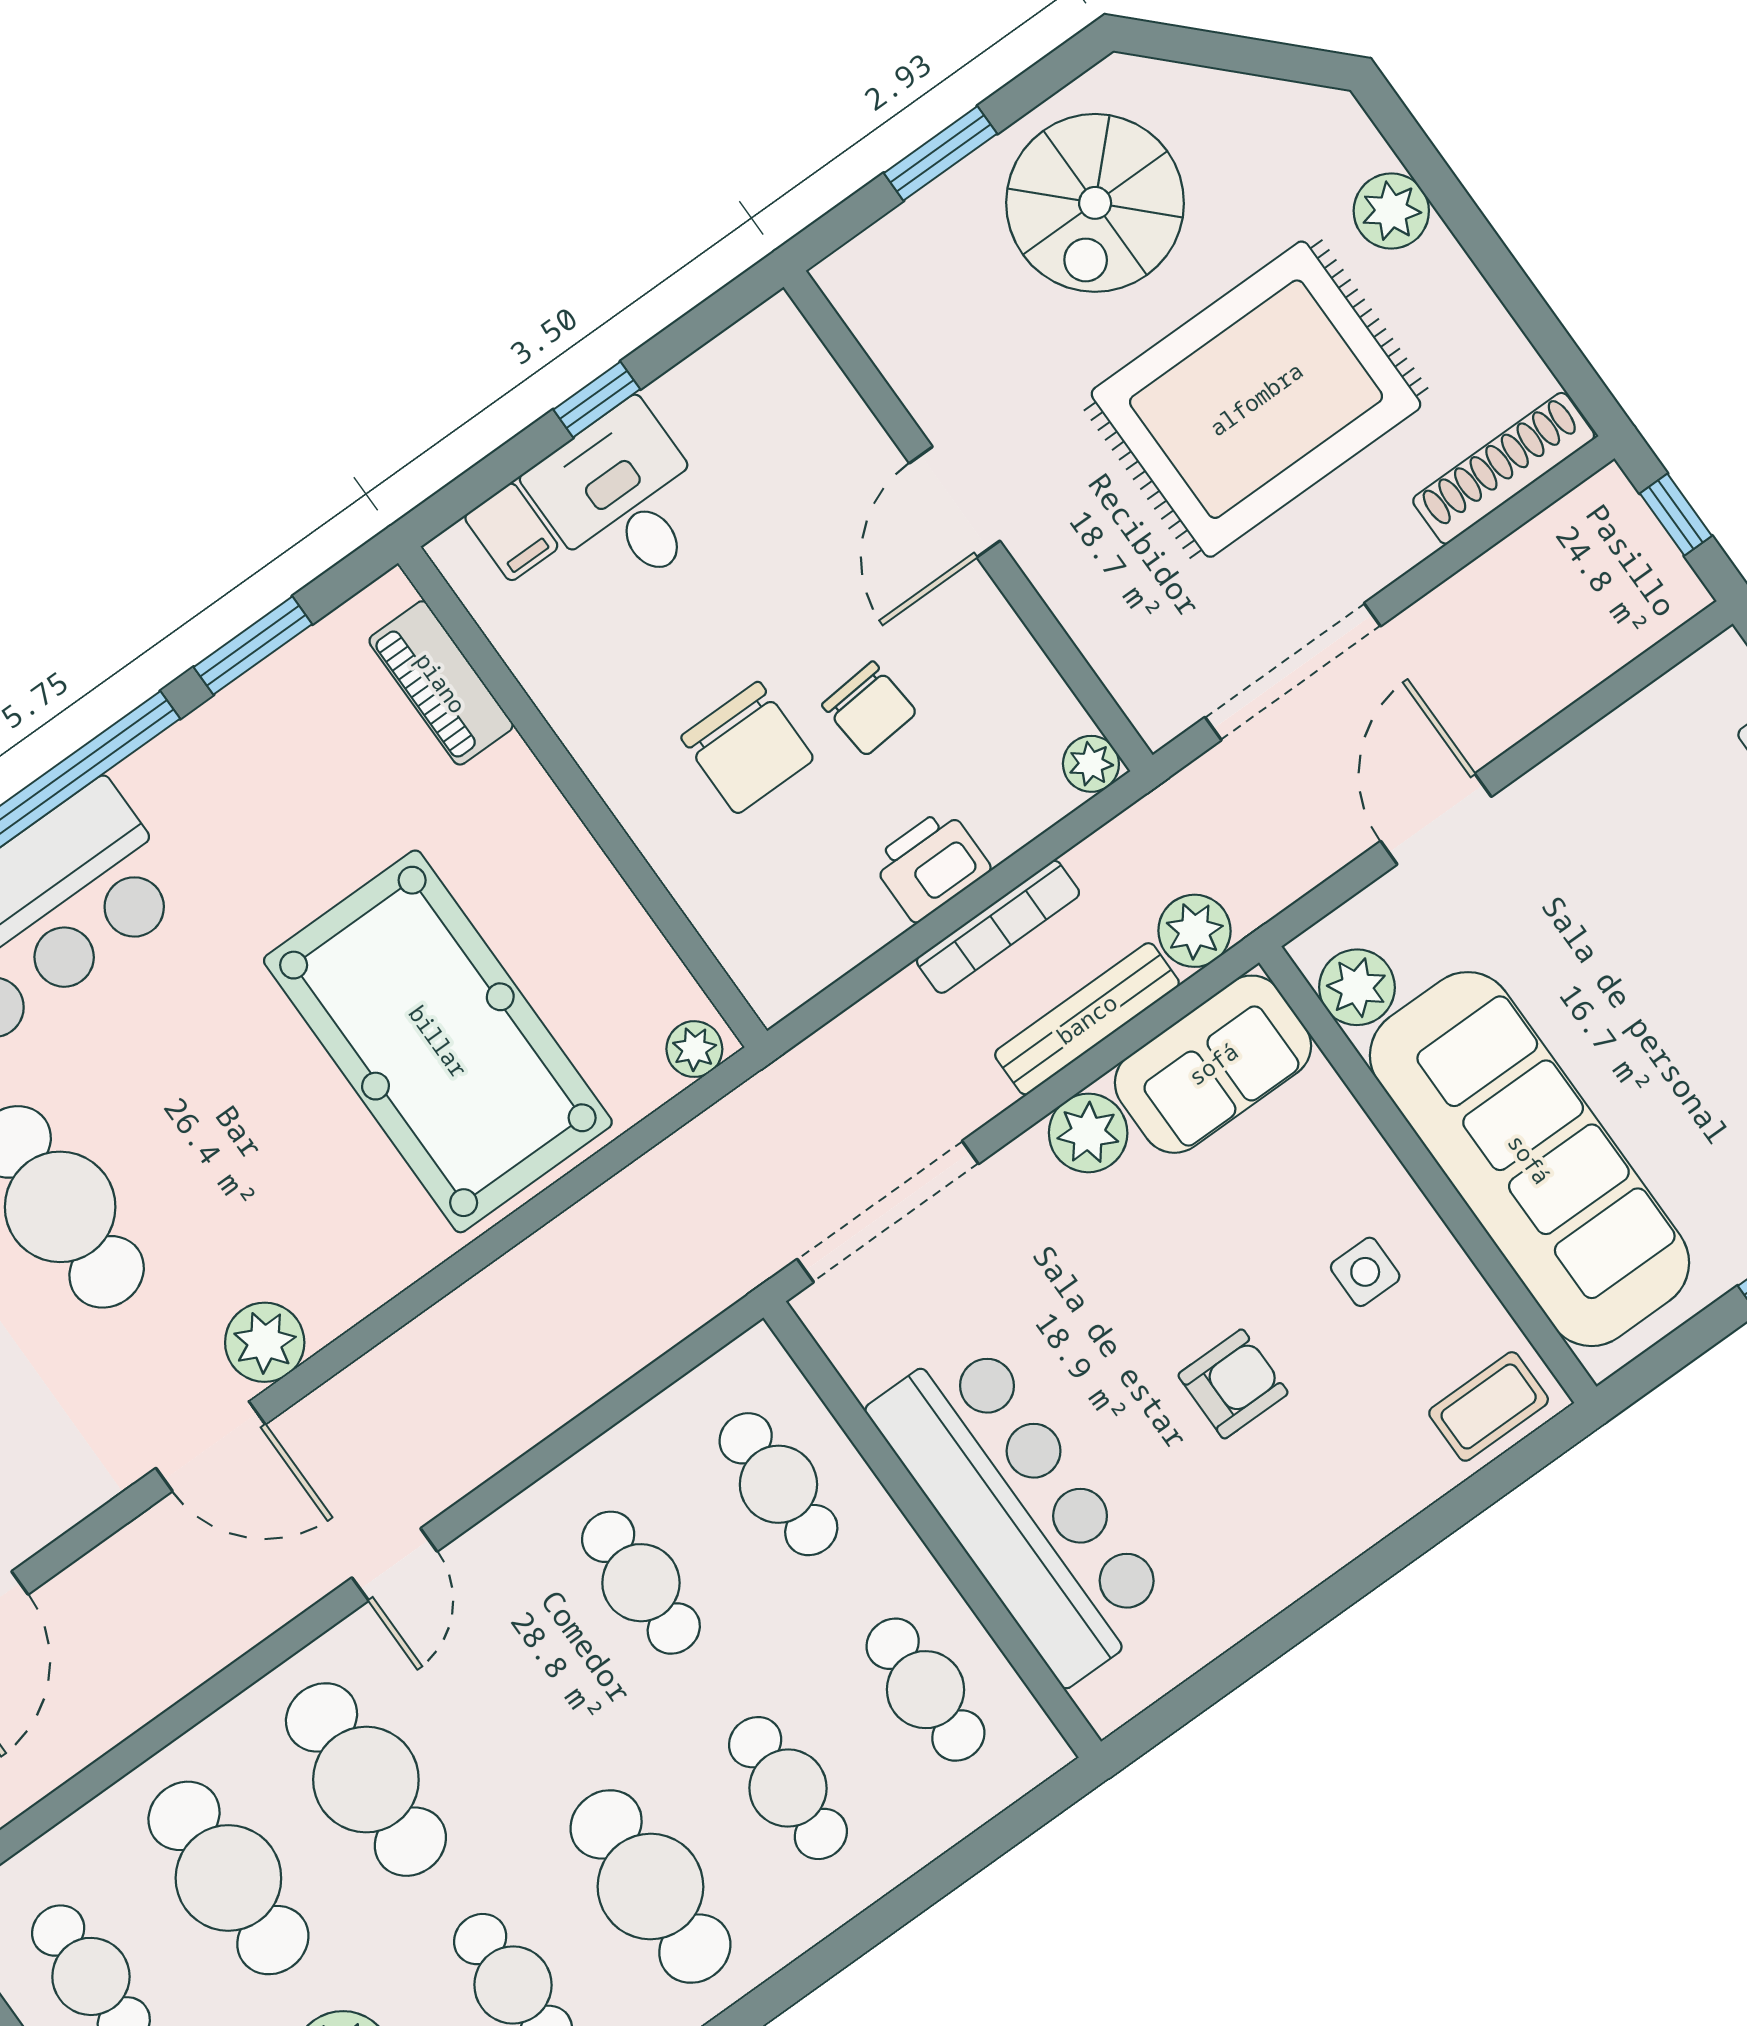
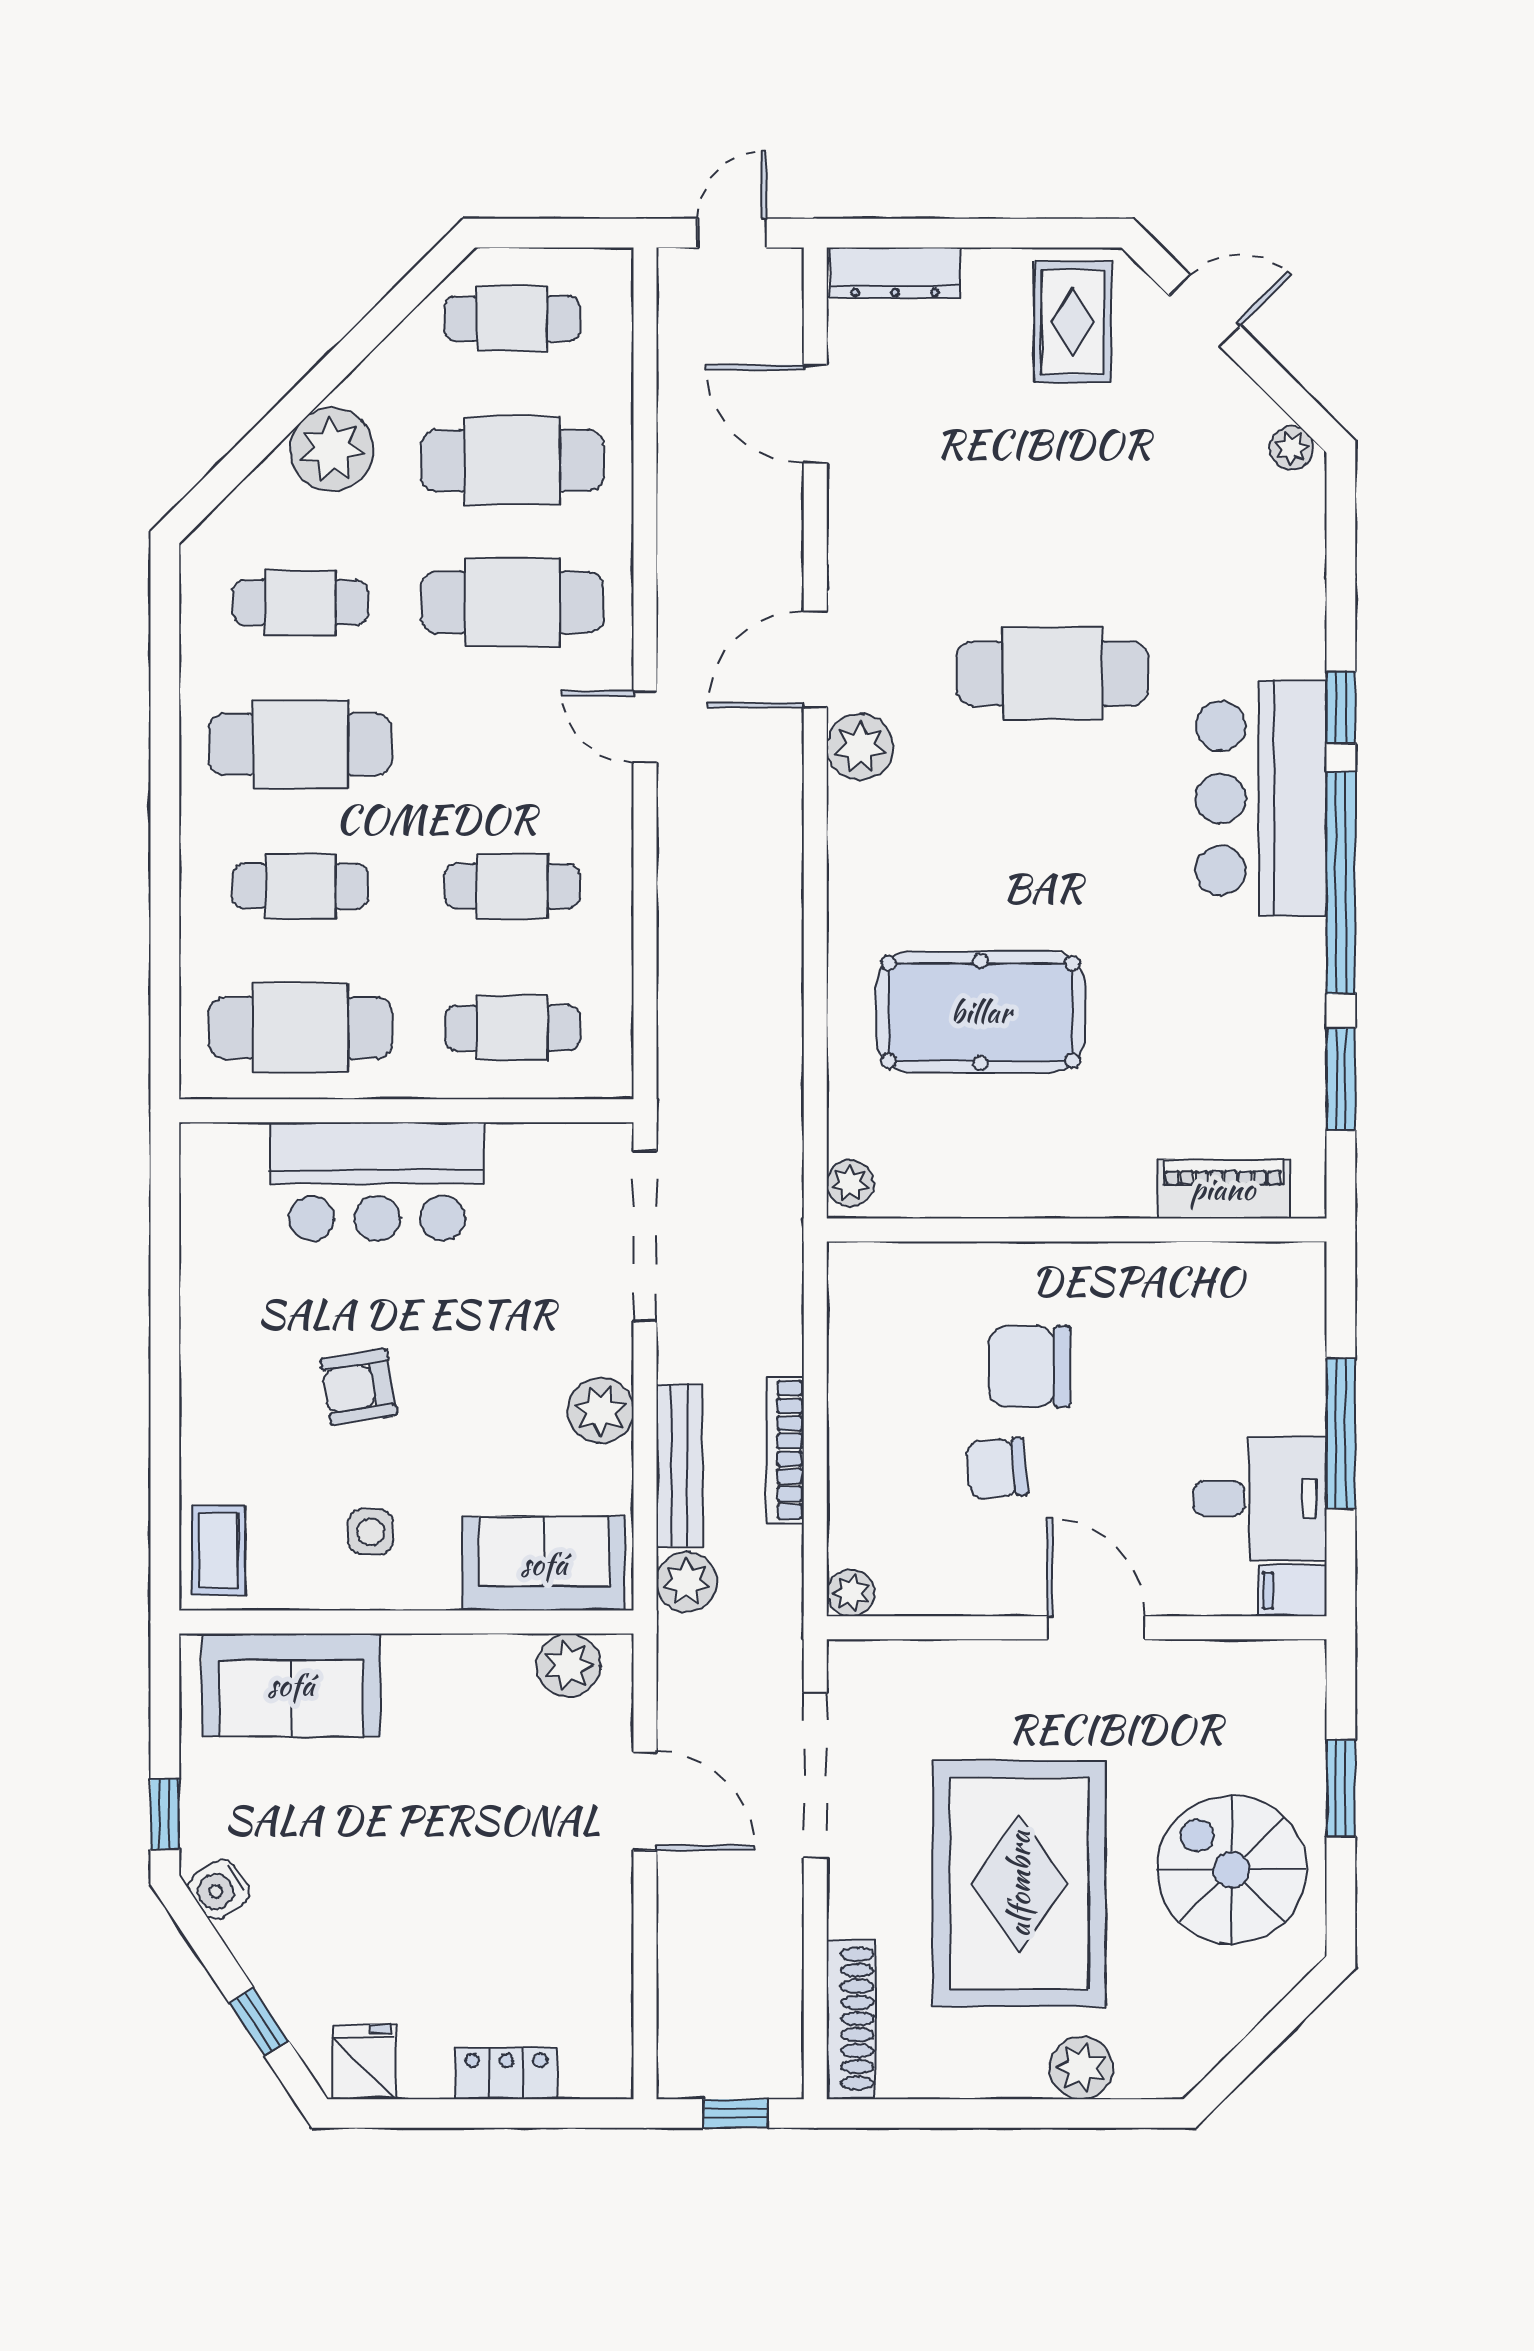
window: (597, 399) -> (1341, 1434), width x2.17
desk: (623, 499) -> (1260, 1498), moved
filing cabinet: (511, 532) -> (1292, 1591), moved
printer: (931, 865) -> (860, 1434), removed
pool table: (438, 1041) -> (981, 1012), width x0.73, depth x0.76
sofa: (1213, 1064) -> (544, 1564), moved, turned 90
sofa: (1529, 1159) -> (291, 1685), width x0.54, depth x0.79
armchair: (1233, 1384) -> (359, 1387), turned 81
bar counter: (1021, 1509) -> (377, 1182), width x0.73
cafe table: (925, 1690) -> (300, 1028), width x1.37, depth x1.35

